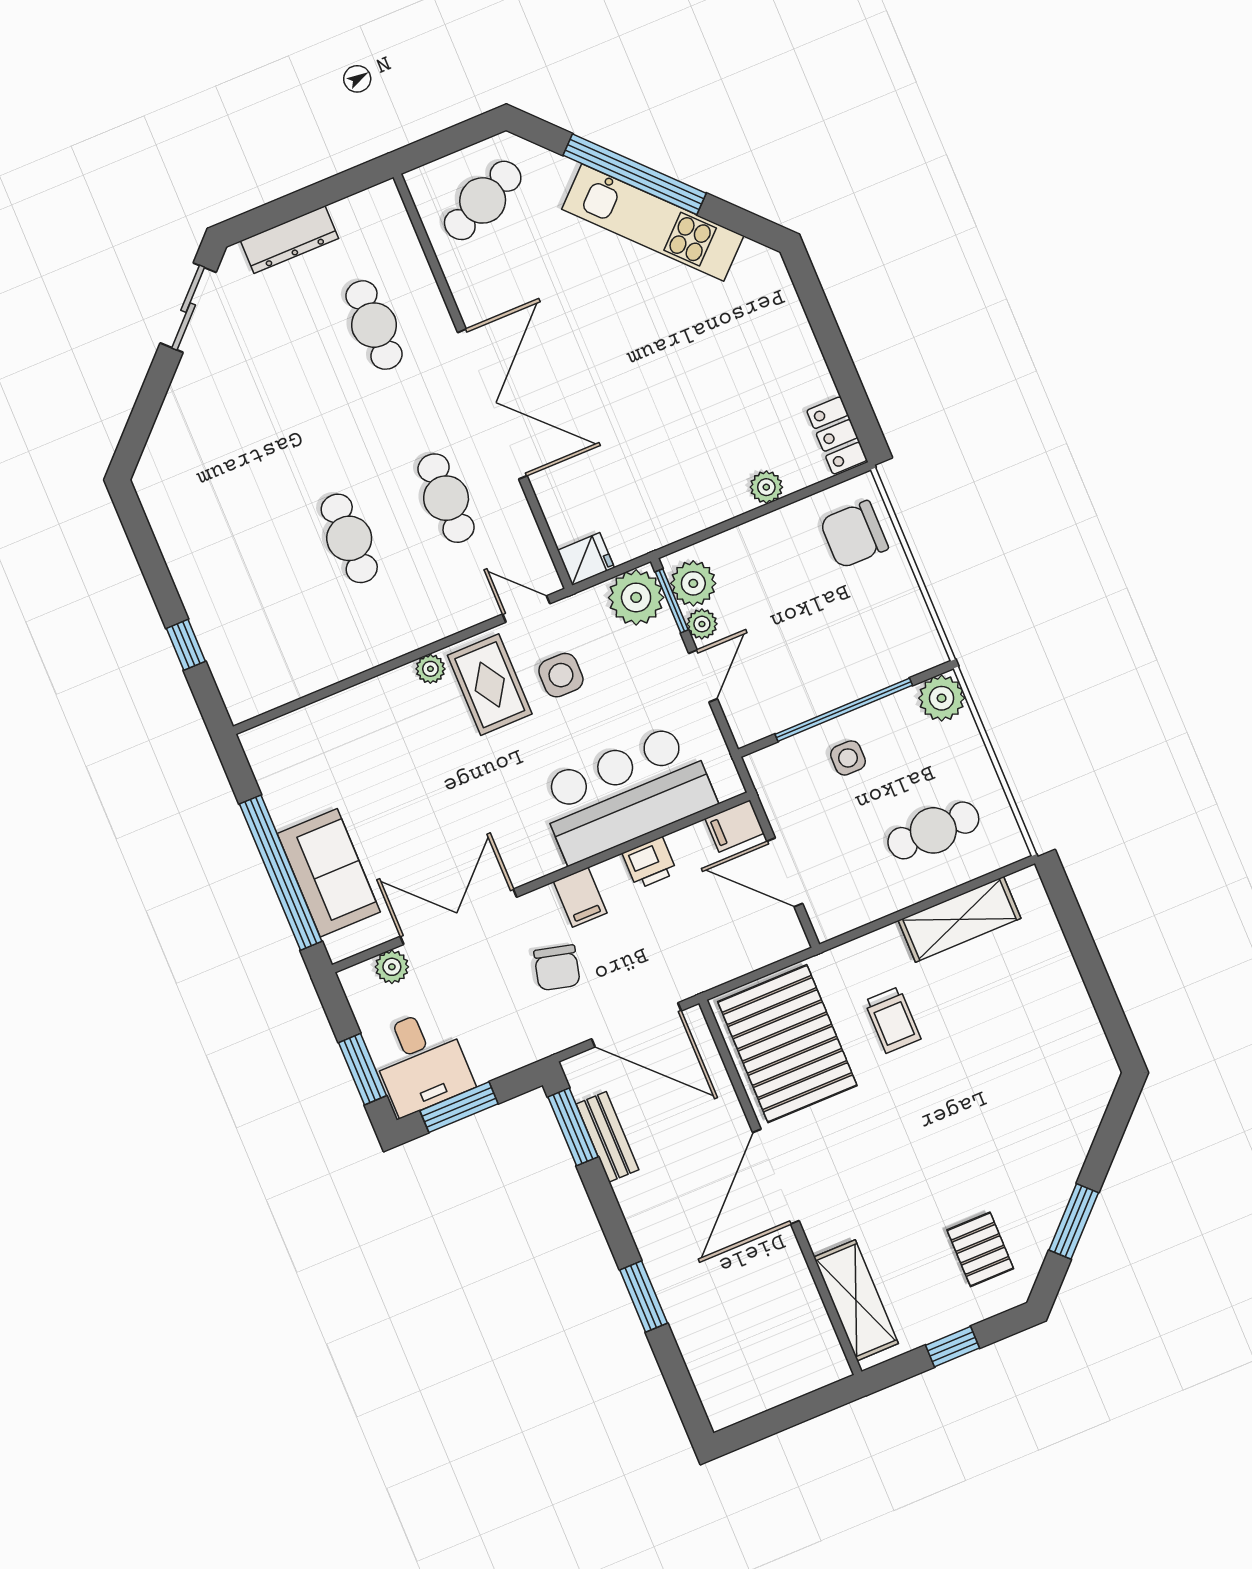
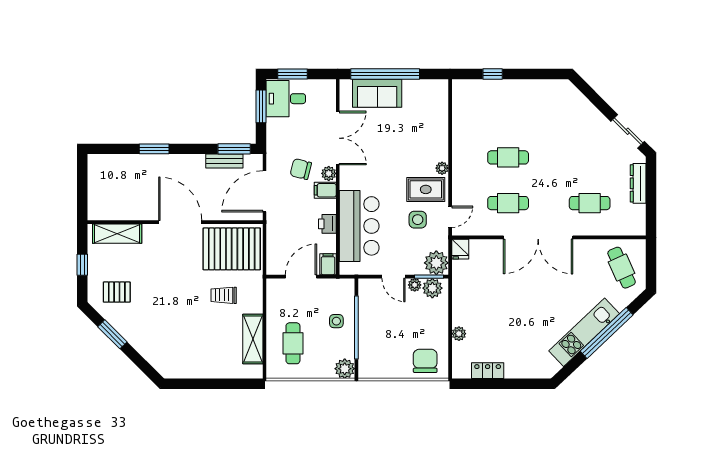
locker: (837, 435) -> (488, 371), moved
plant: (392, 967) -> (329, 173), moved

